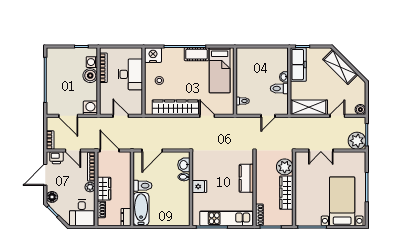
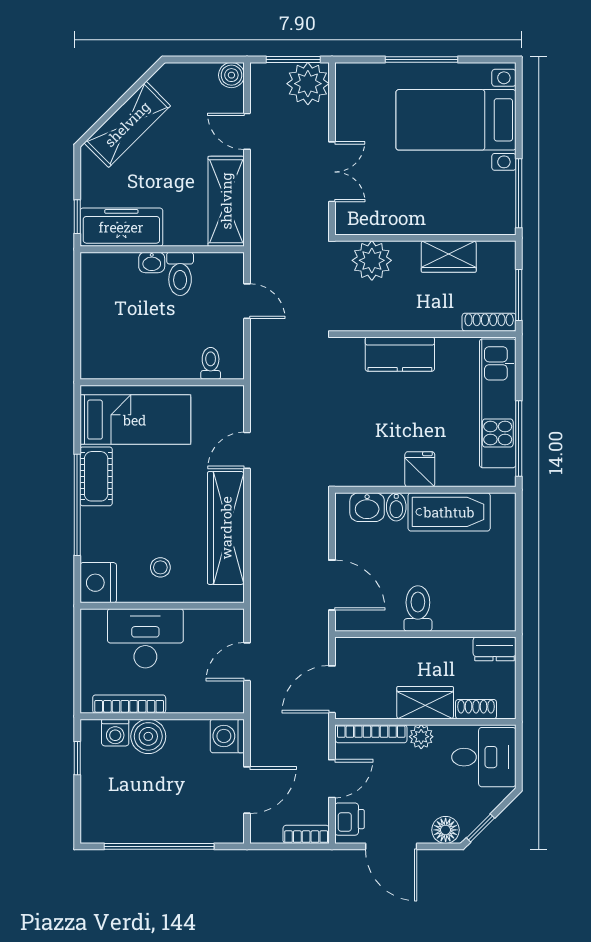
wardrobe: (286, 193) -> (449, 257), width x0.67
bathtub: (141, 209) -> (449, 512), moved, turned 180

